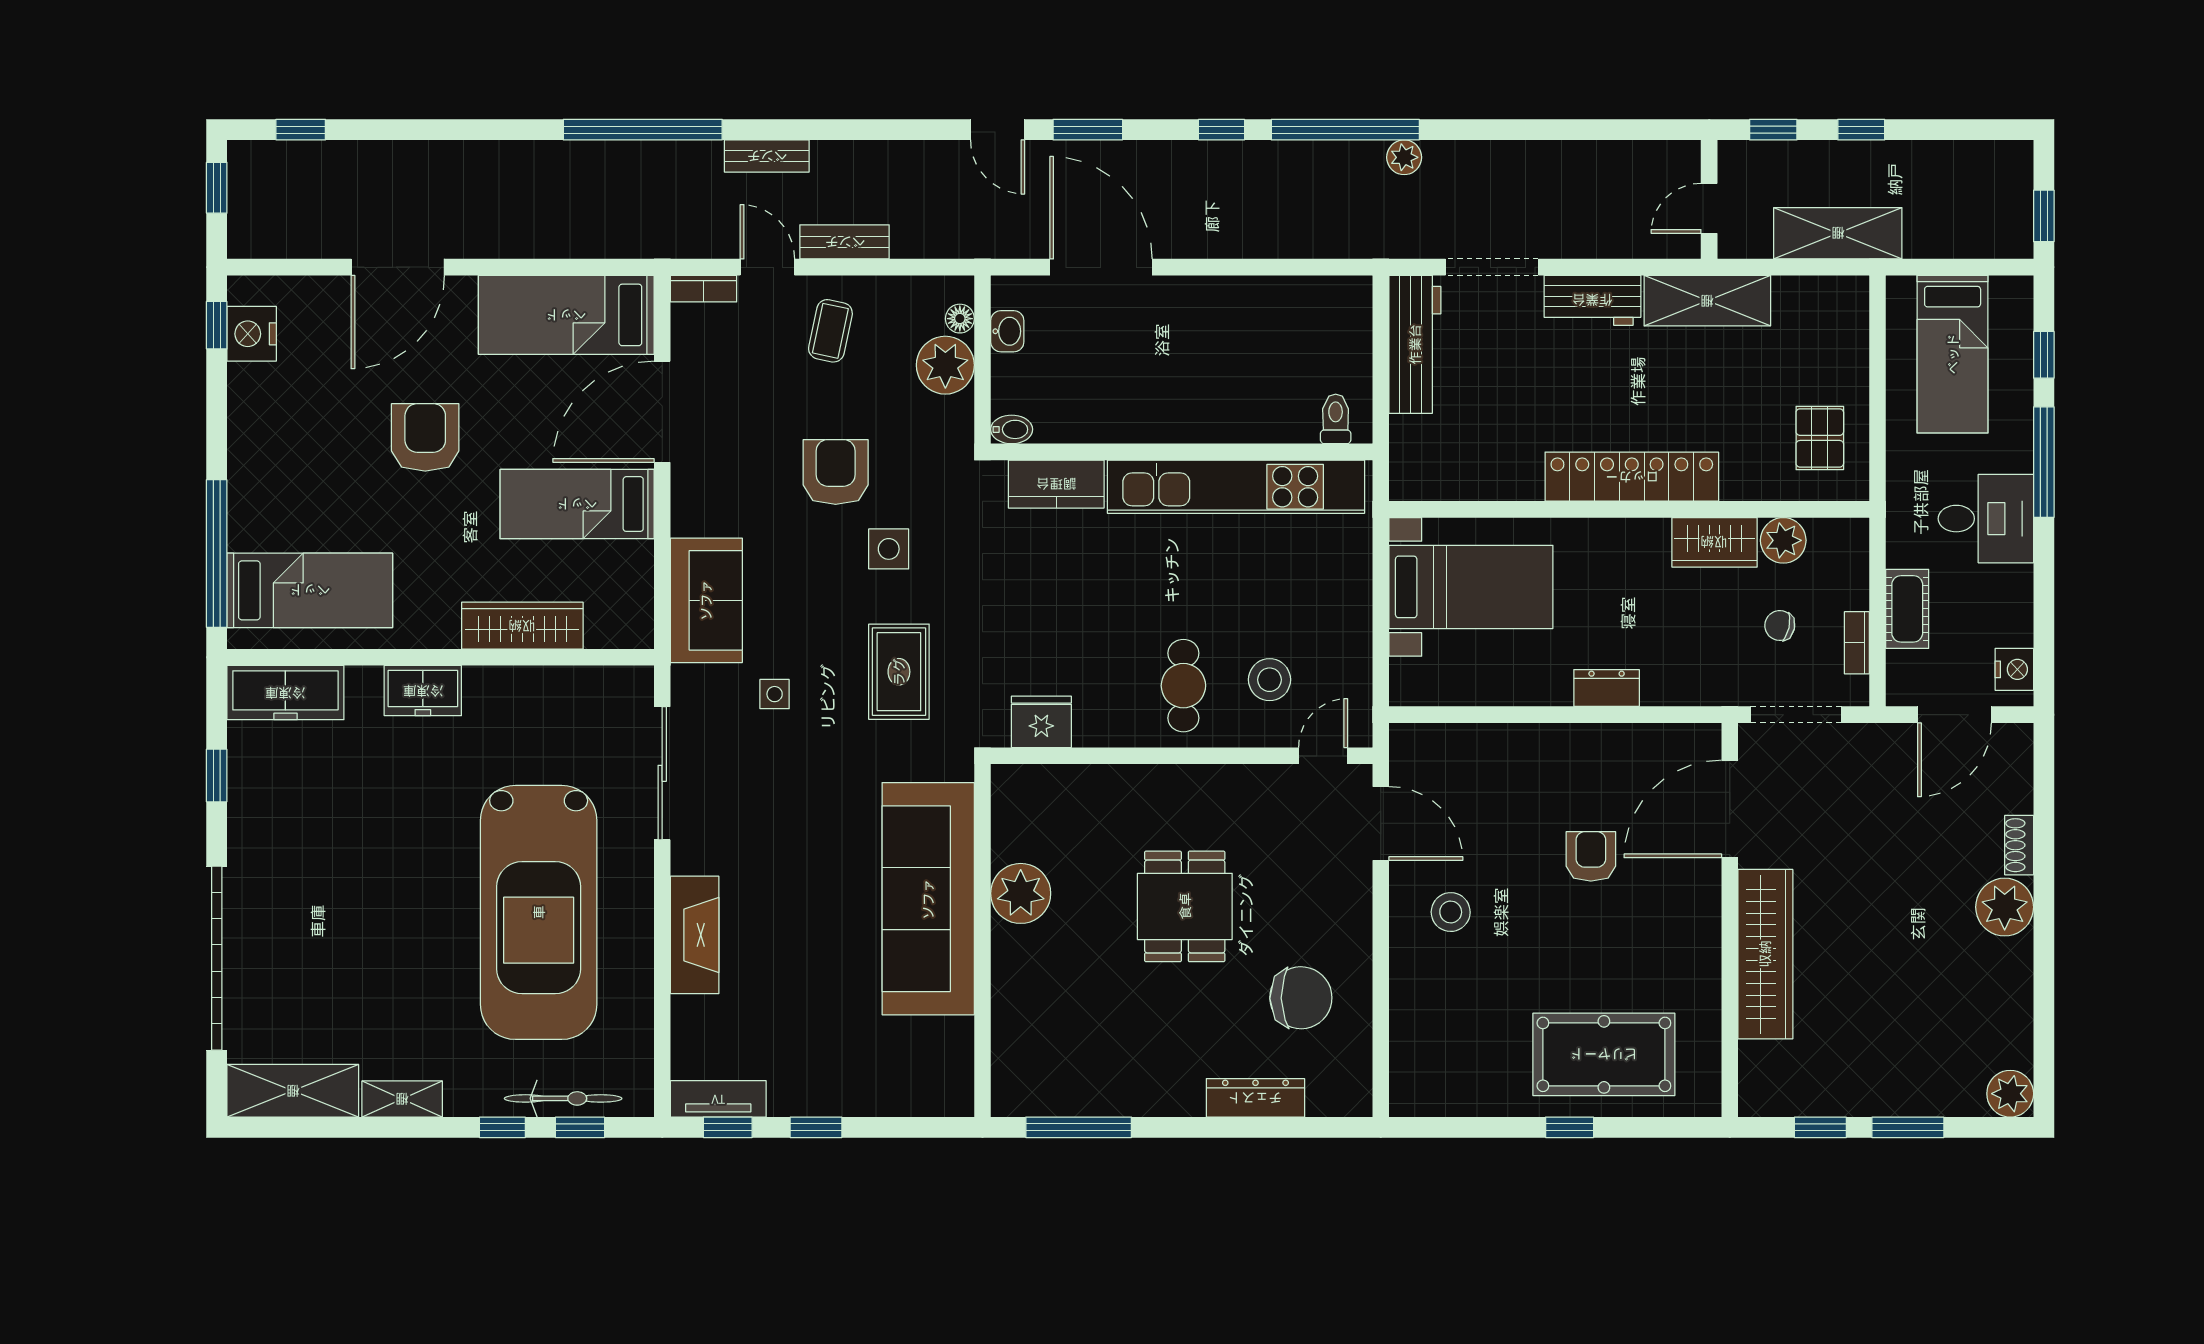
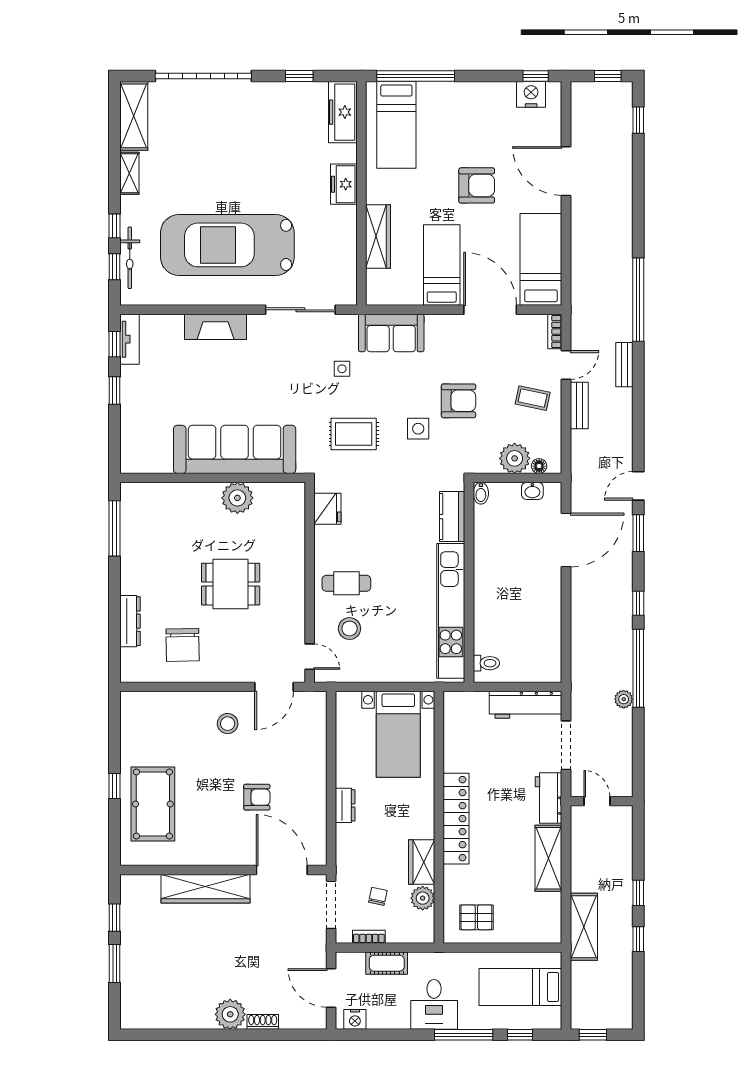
wall: (1709, 199) -> (602, 801), moved
door: (1709, 208) -> (597, 801), moved
plant: (2010, 1094) -> (132, 1017), removed

